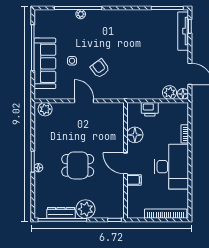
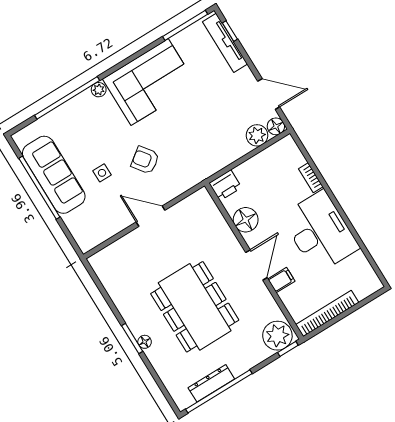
plant: (81, 14) -> (99, 90), moved
corner sofa: (129, 27) -> (150, 82), added
sofa: (45, 63) -> (54, 175), moved
plant: (45, 109) -> (106, 259), removed
printer: (150, 109) -> (225, 185), moved
door: (126, 163) -> (256, 265), swing flipped
dining table: (78, 165) -> (195, 307), width x1.88, depth x1.24
plant: (86, 209) -> (277, 336), moved
bookcase: (166, 214) -> (327, 313), moved

